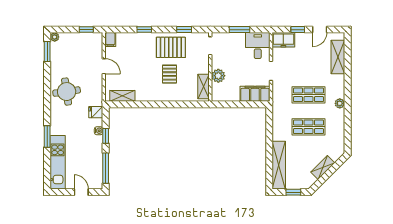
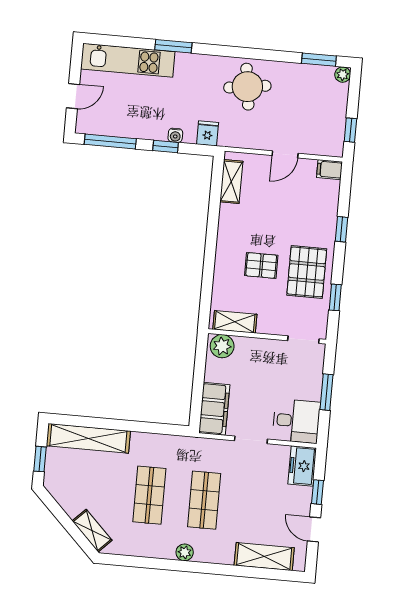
plant: (218, 76) -> (222, 346), moved
shelving: (323, 167) -> (92, 531), moved

